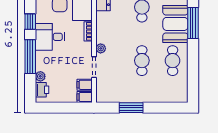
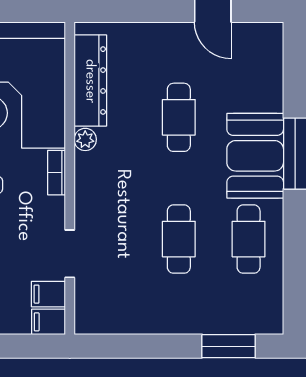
plant: (101, 48) -> (85, 139), moved
window: (131, 108) -> (229, 346), moved

